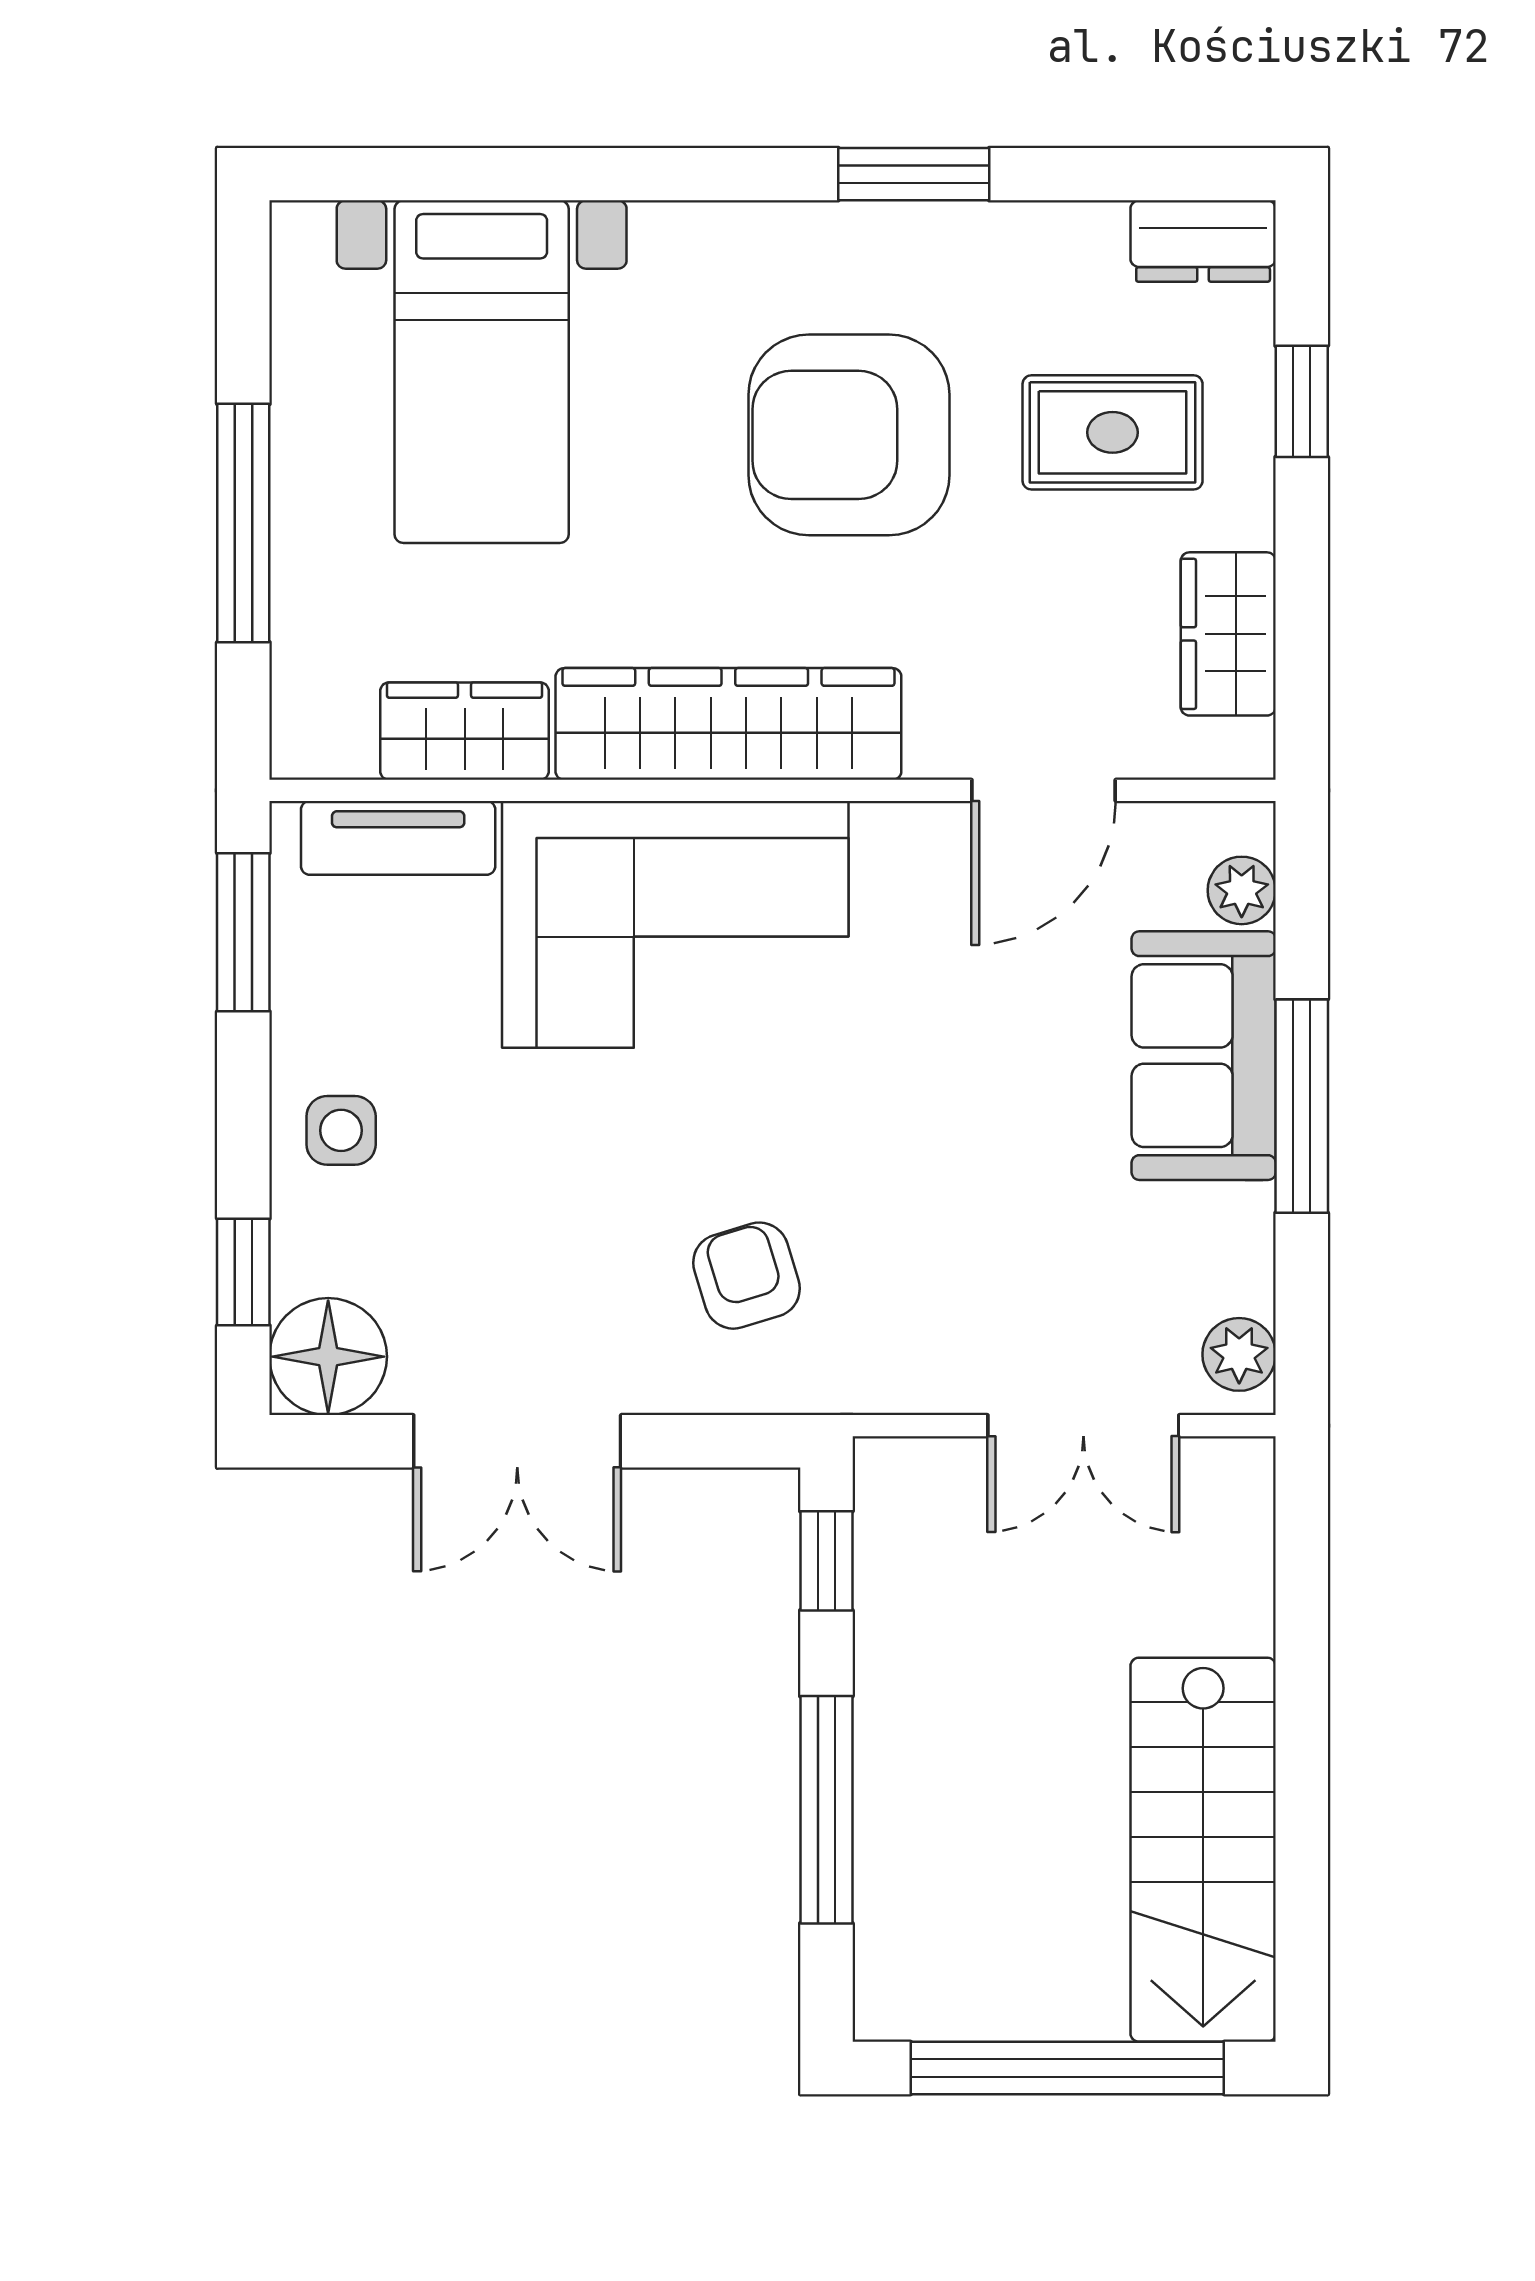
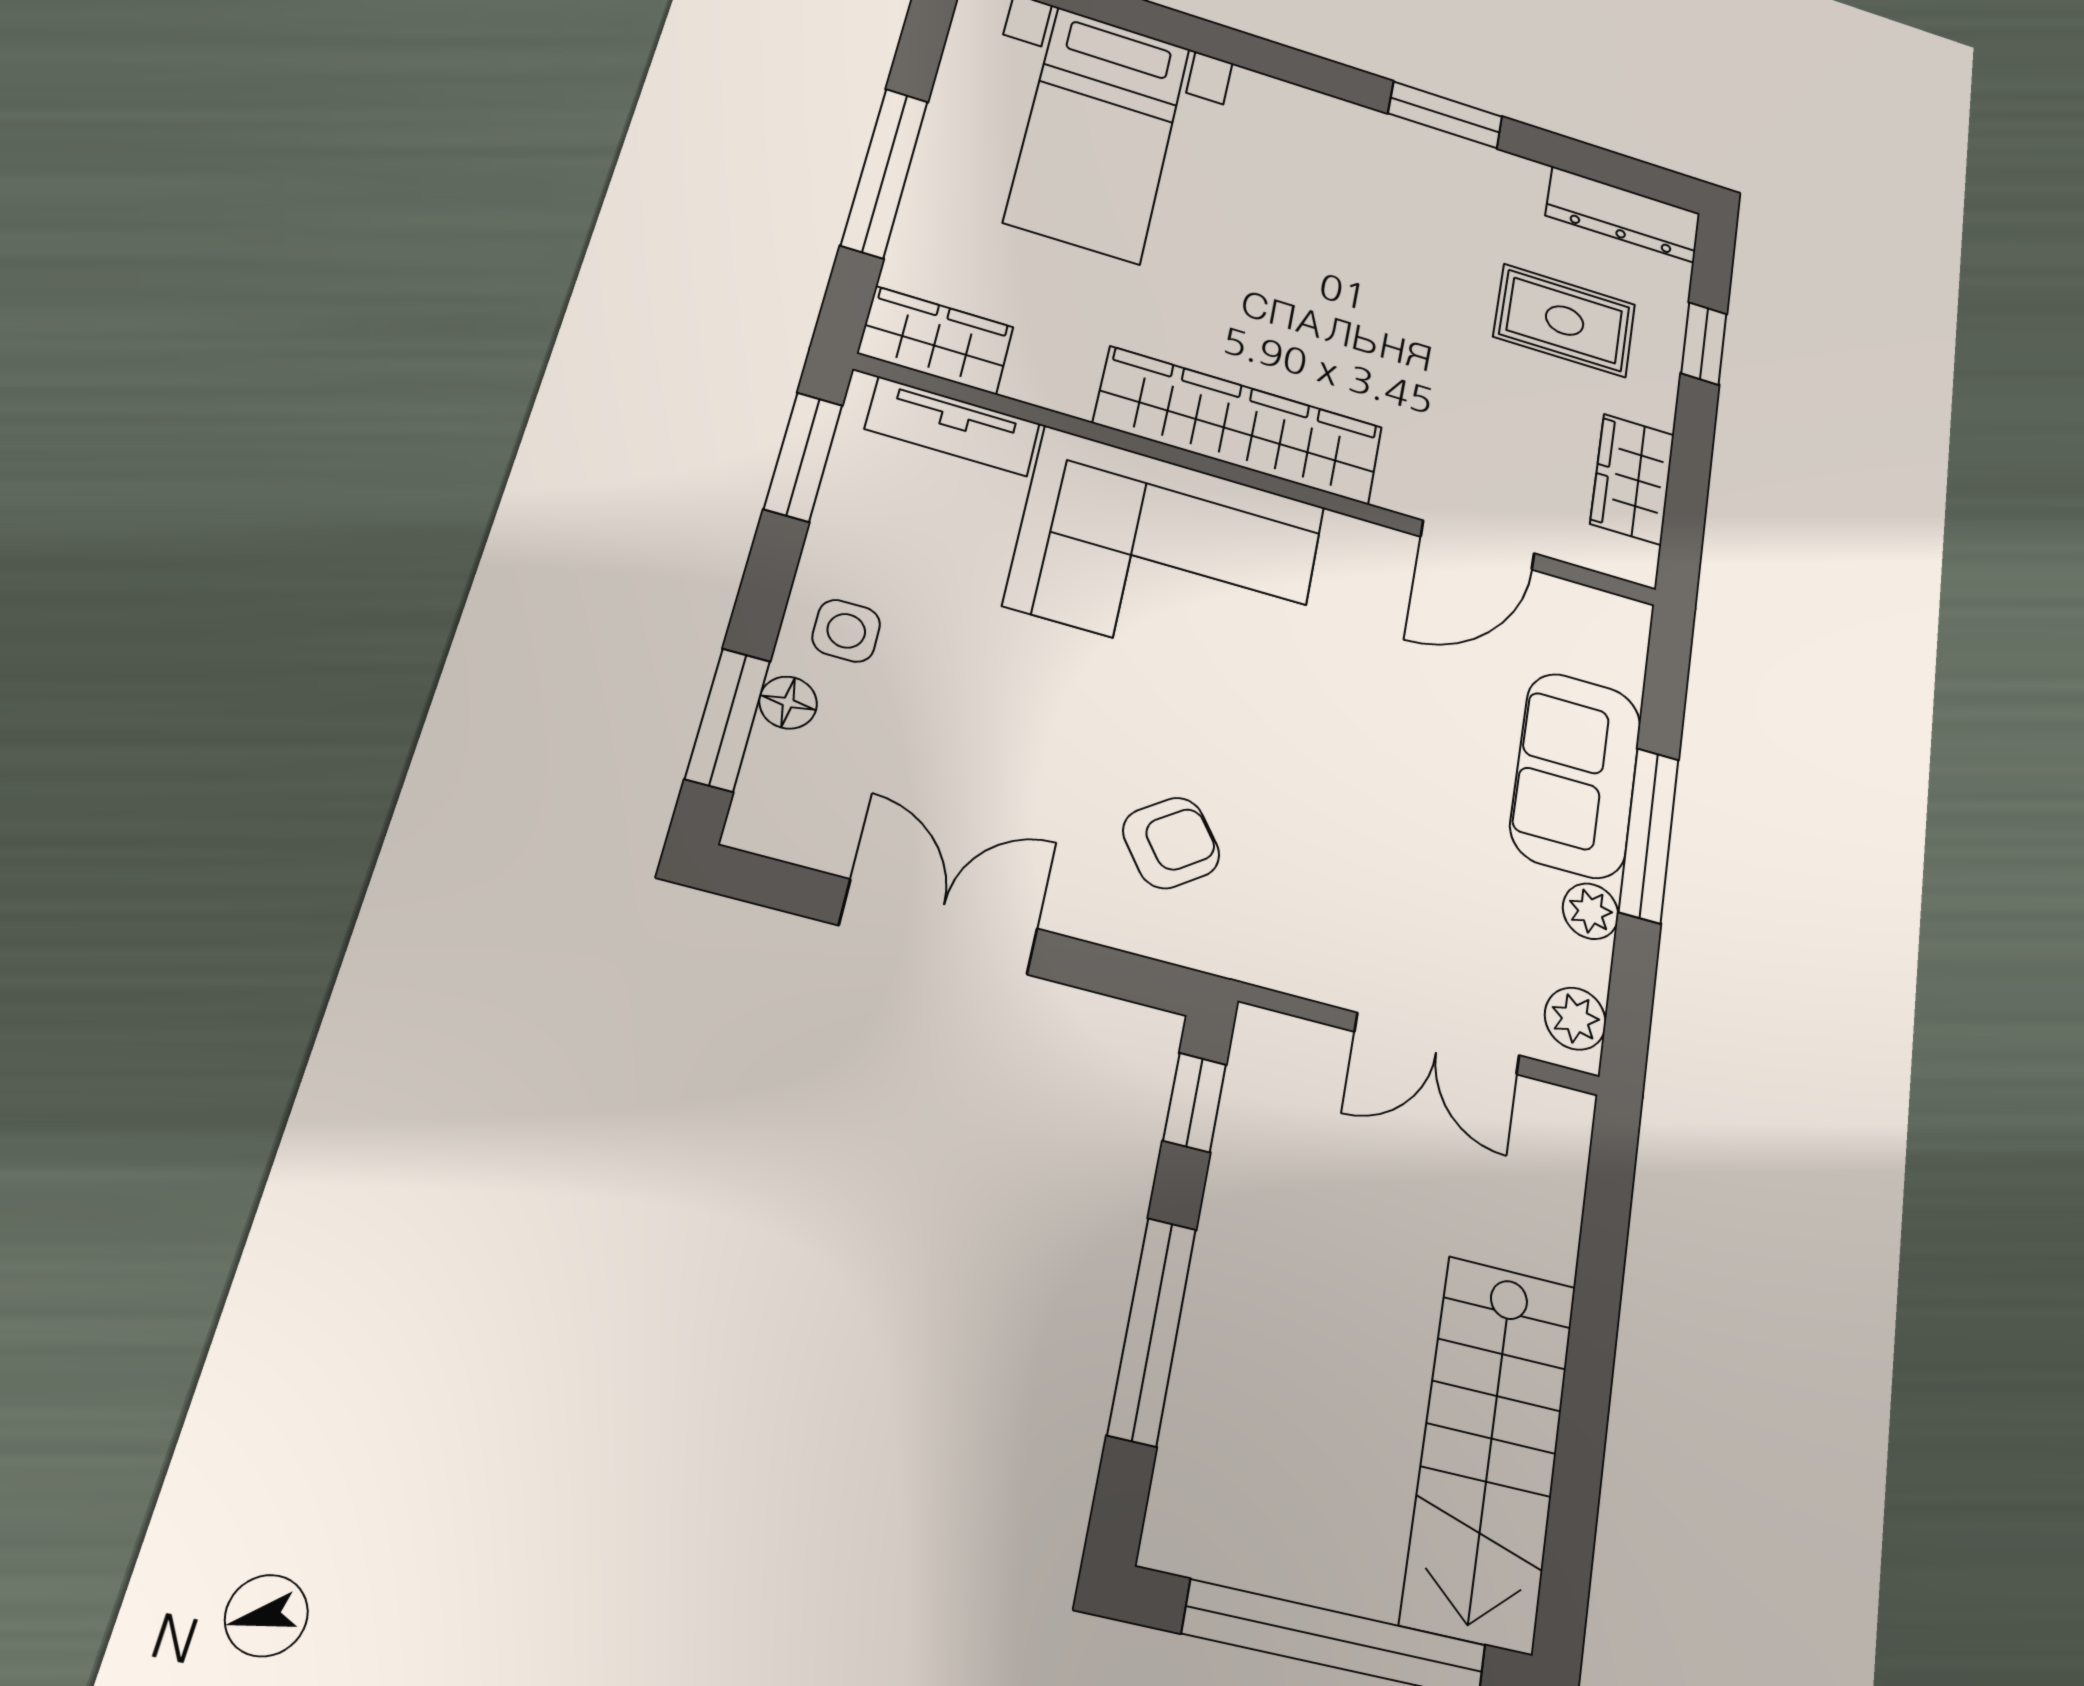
dresser: (1203, 241) -> (1623, 214), width x1.44
armchair: (849, 435) -> (1369, 261), removed
wardrobe: (465, 731) -> (936, 340), moved
plant: (1242, 890) -> (1591, 911), moved
window: (243, 1272) -> (728, 720), width x1.50
armchair: (747, 1276) -> (1171, 843), turned 71
floor lamp: (328, 1357) -> (788, 703), moved, width x0.53, depth x0.53
double door: (517, 1441) -> (939, 927), swing flipped

